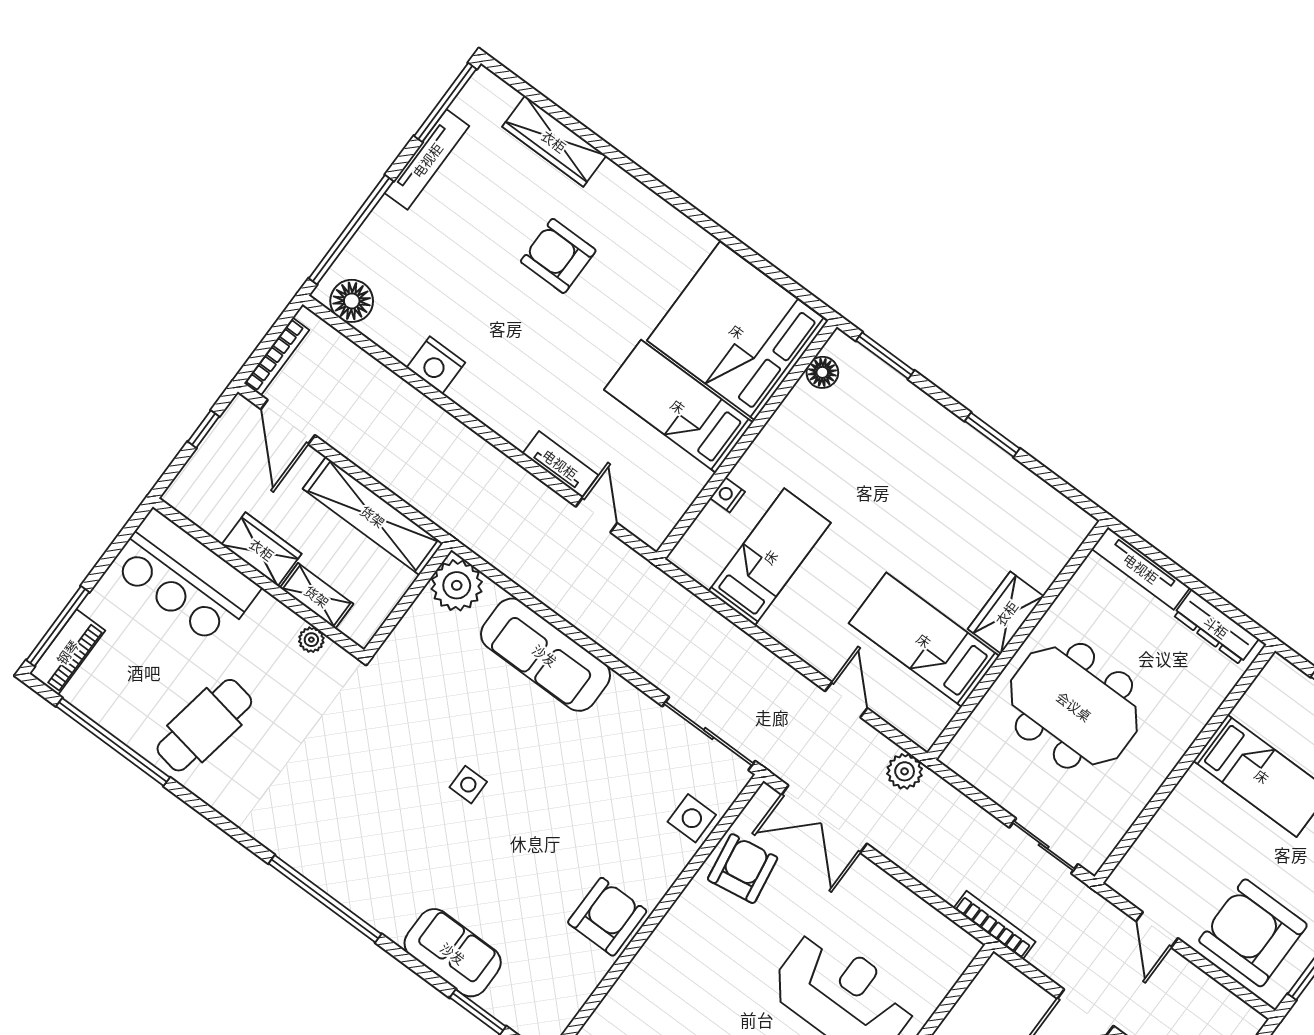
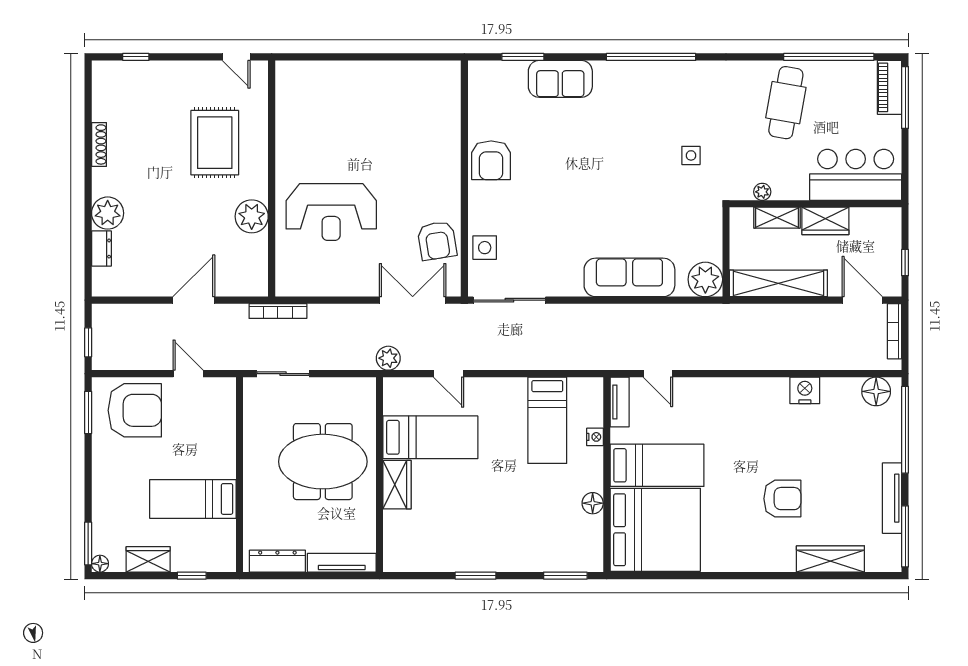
floor lamp: (822, 372) -> (593, 503), moved
tv unit: (560, 464) -> (620, 402), moved, turned -90
side table: (468, 785) -> (691, 155), moved

